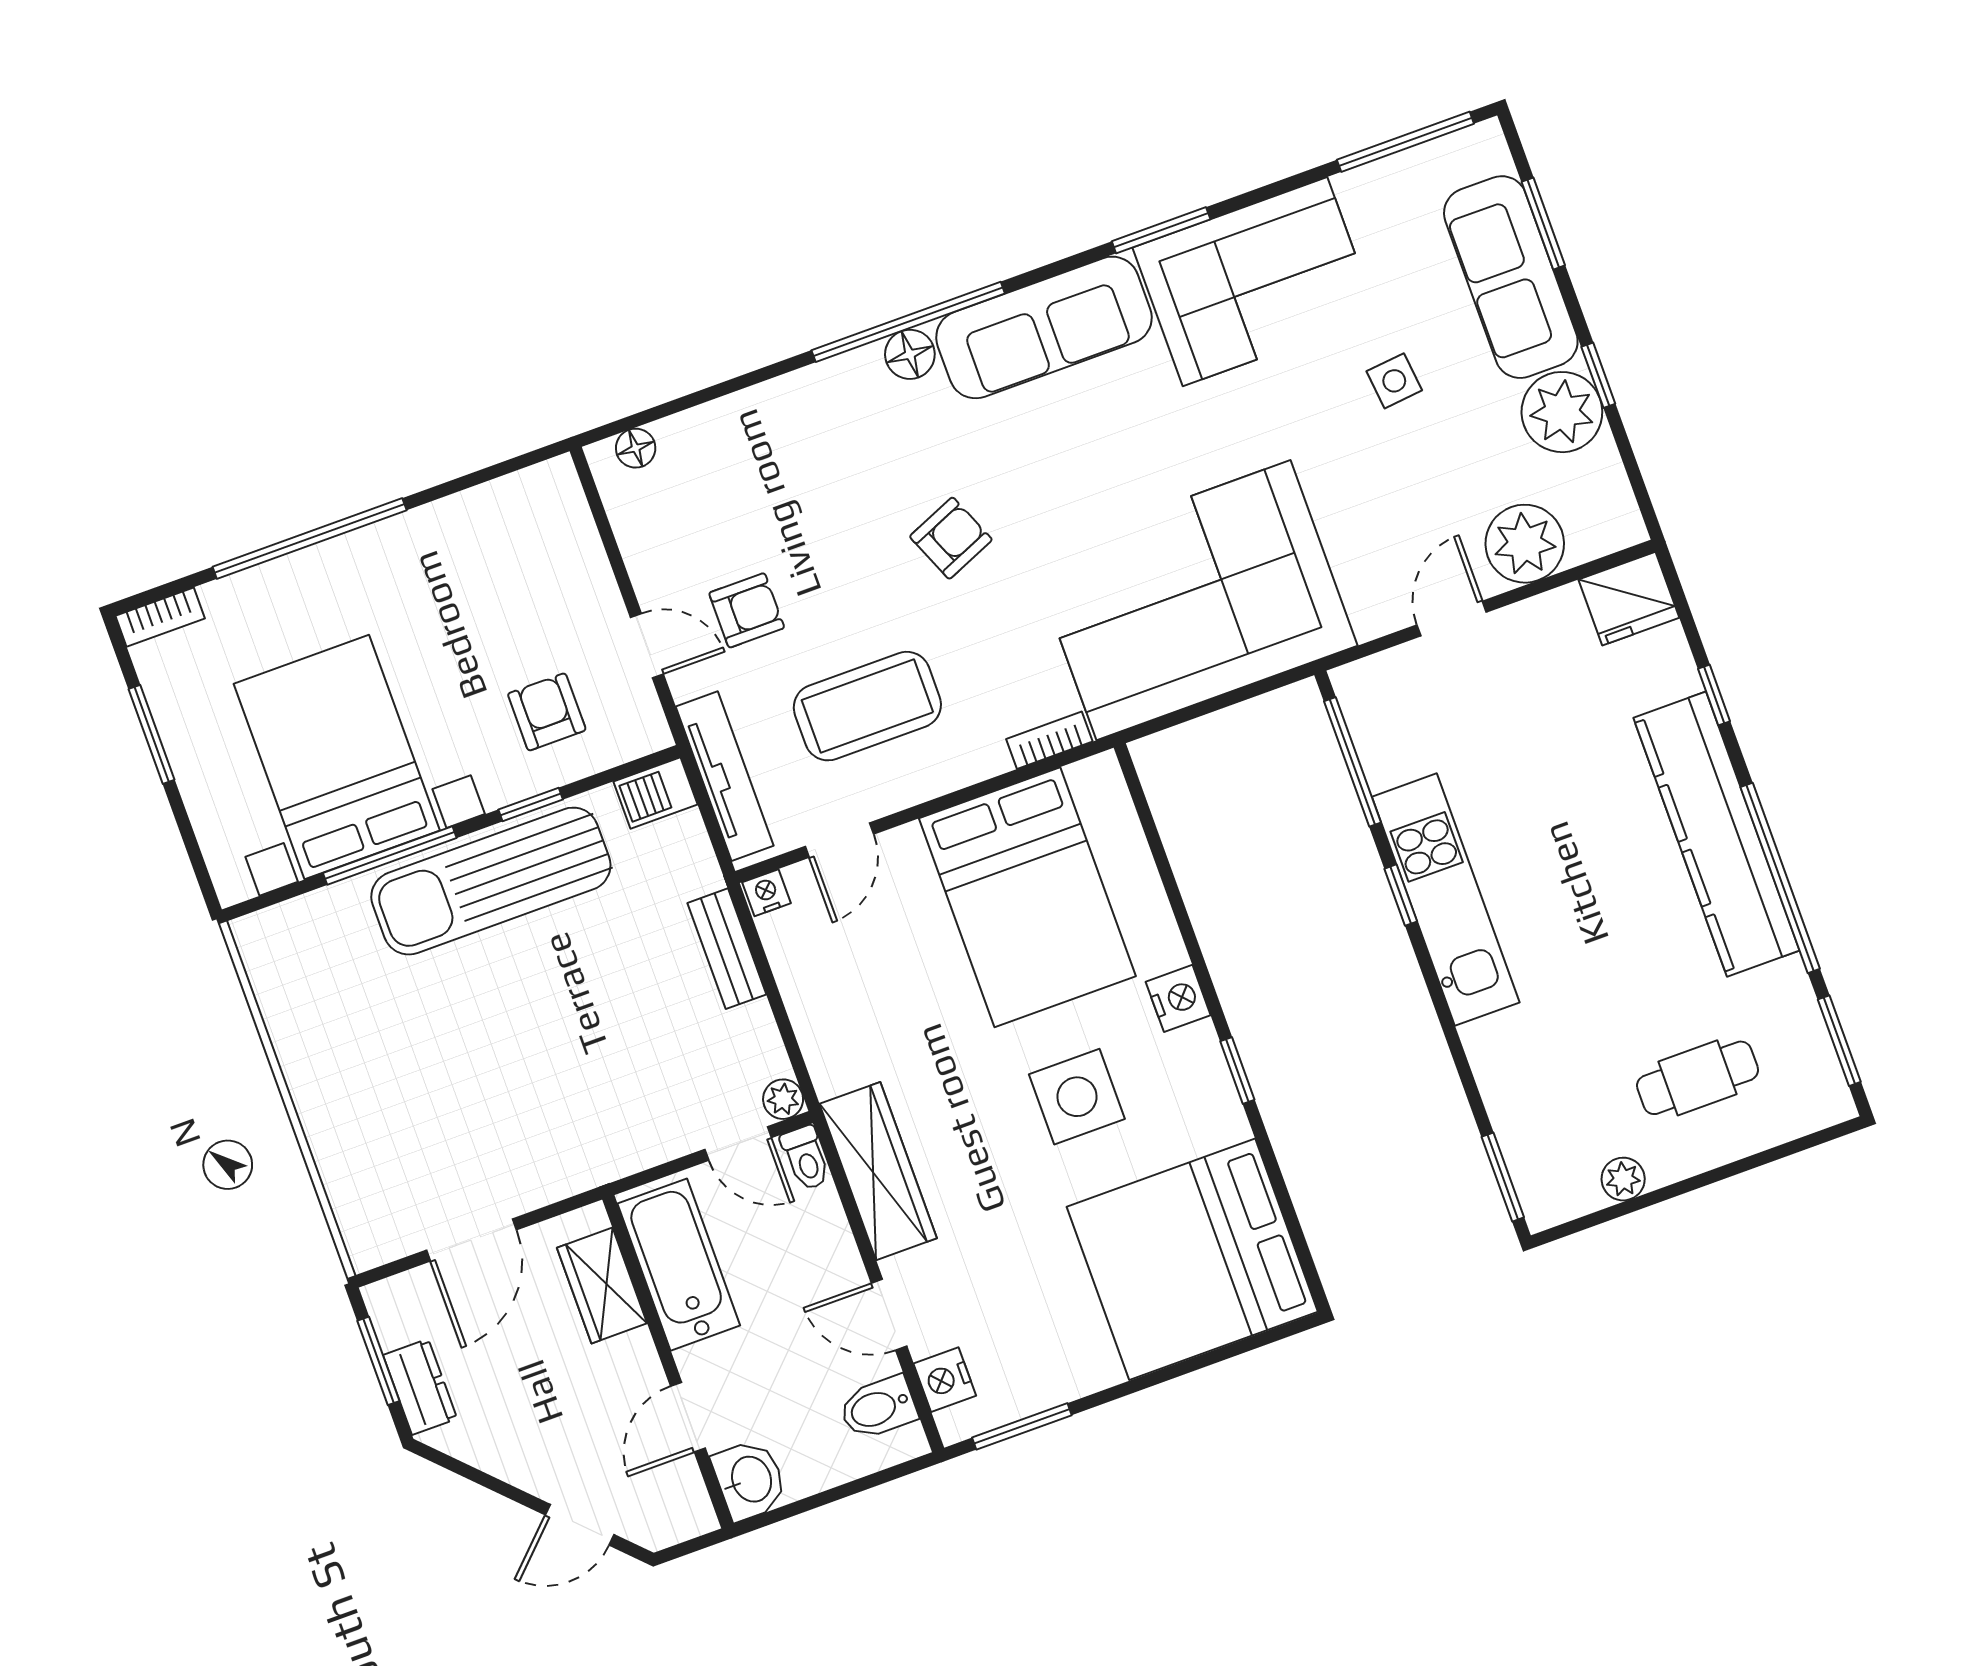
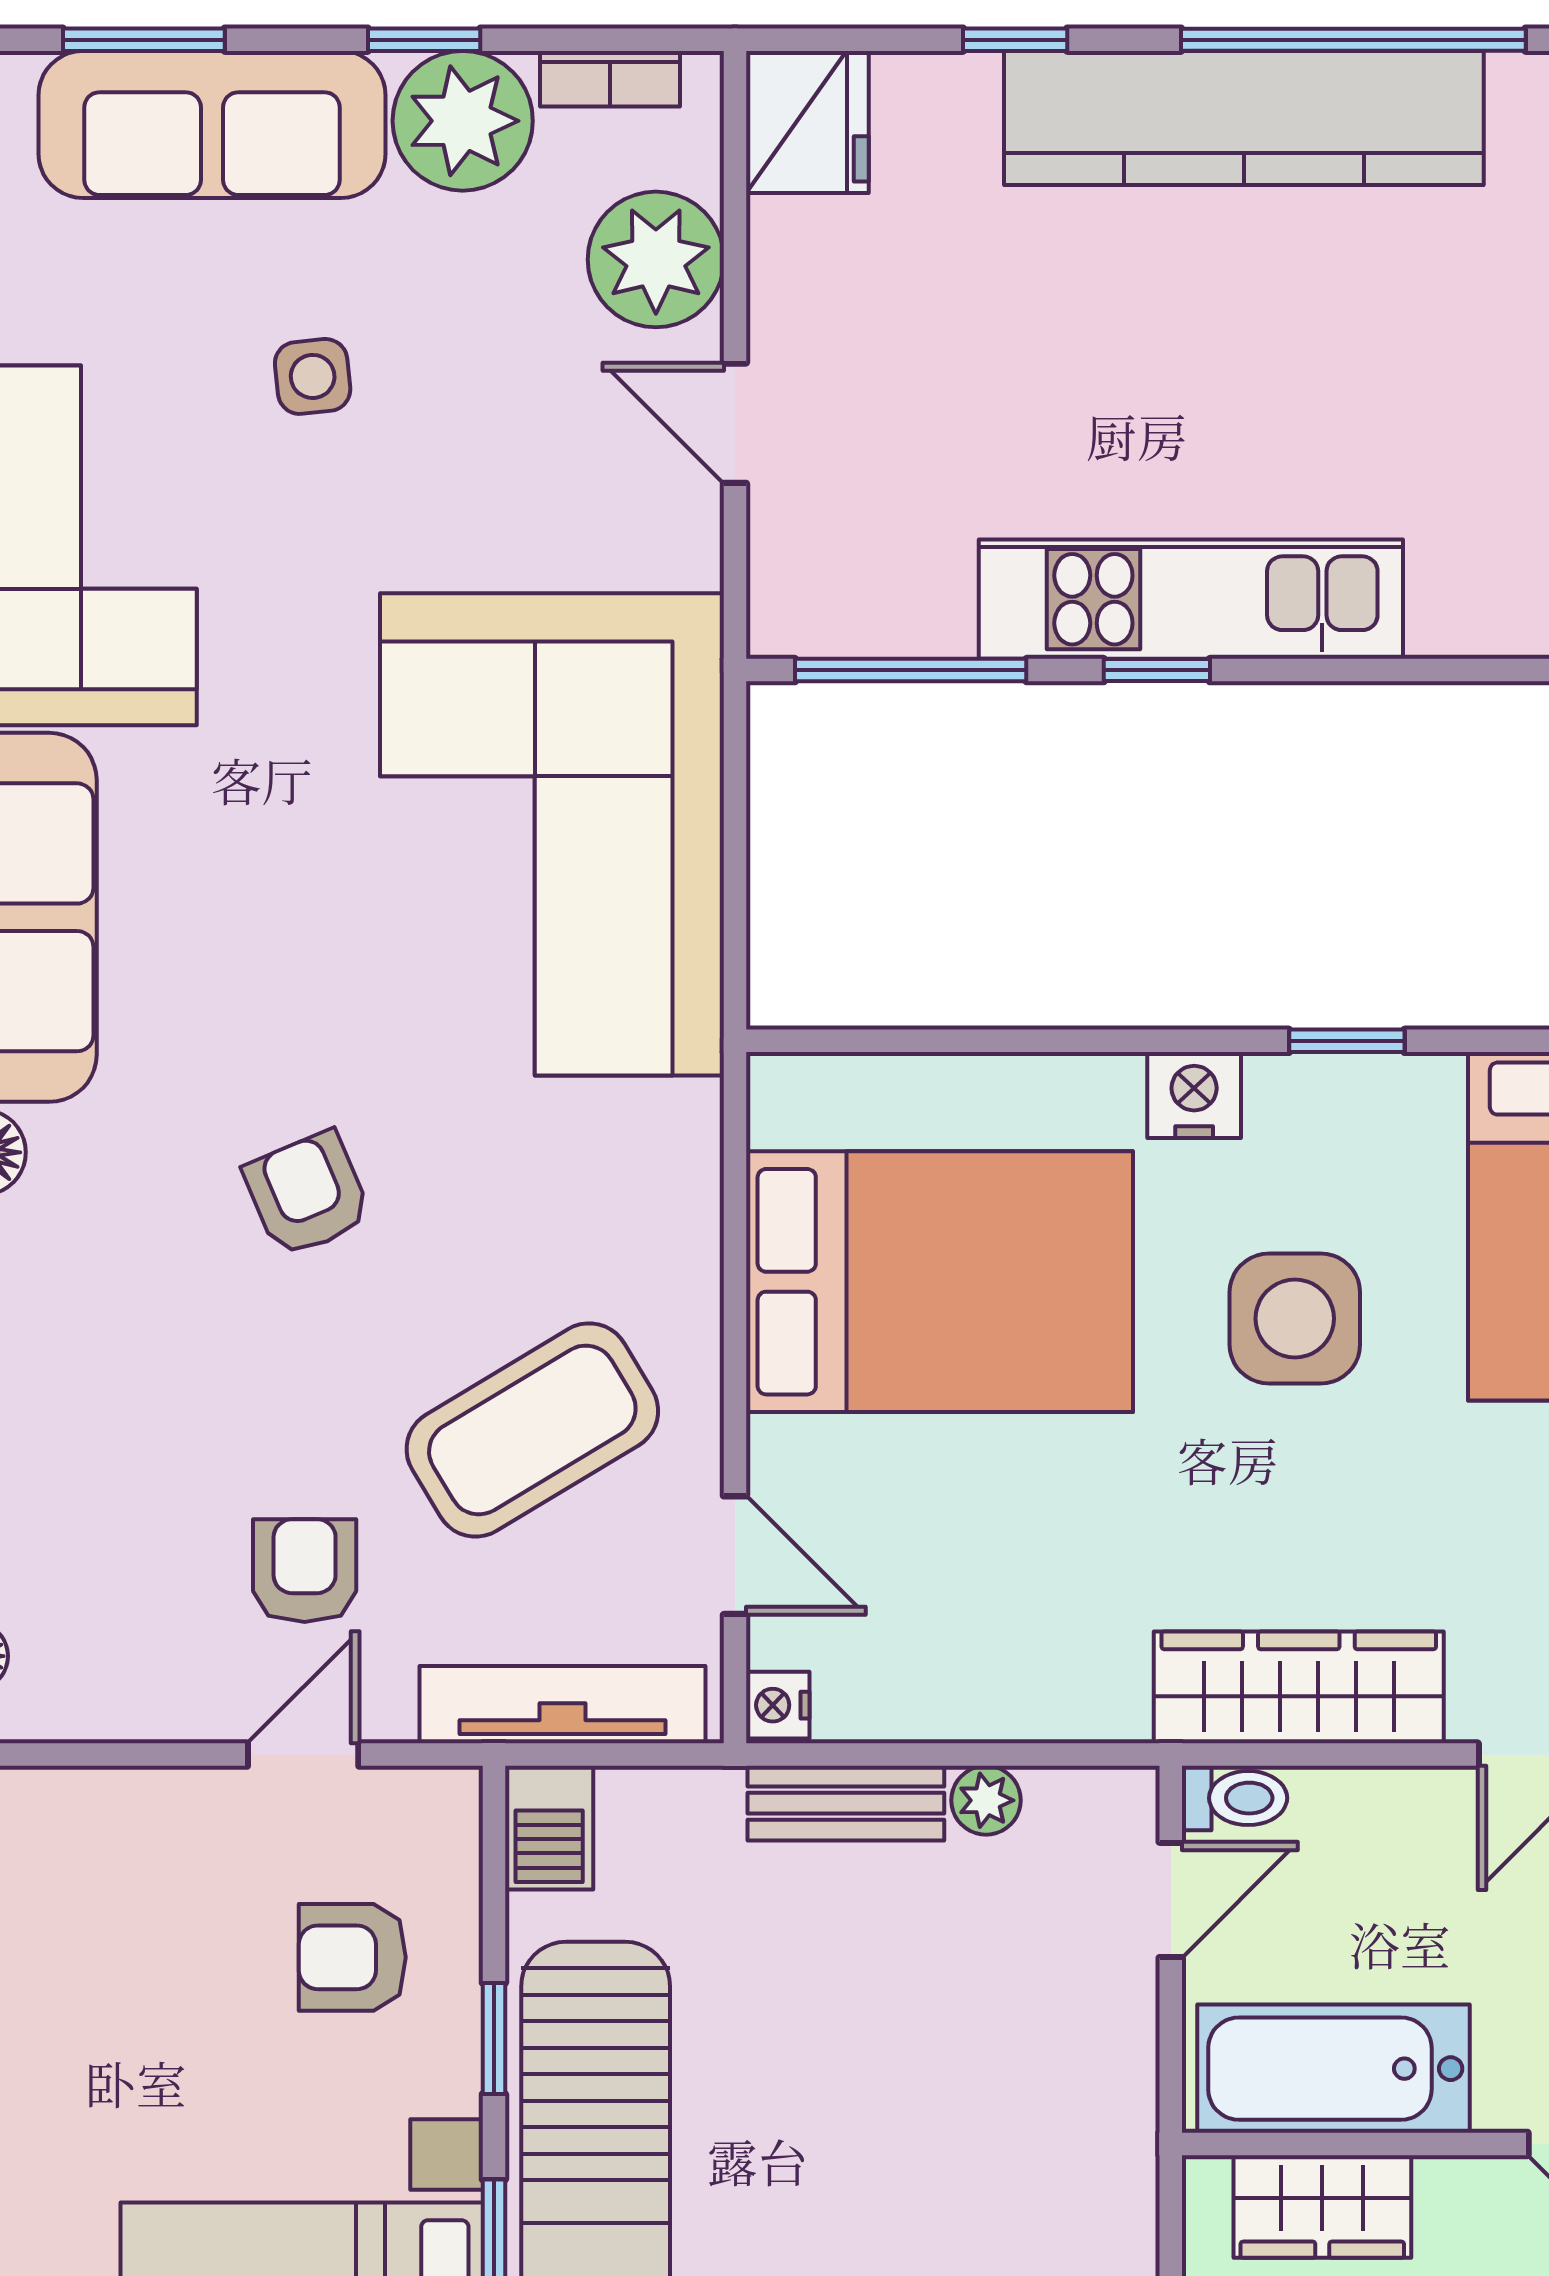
coffee table: (867, 706) -> (532, 1430), turned 59
bookcase: (1049, 740) -> (610, 79), moved, turned -90
plant: (783, 1099) -> (986, 1800), moved

